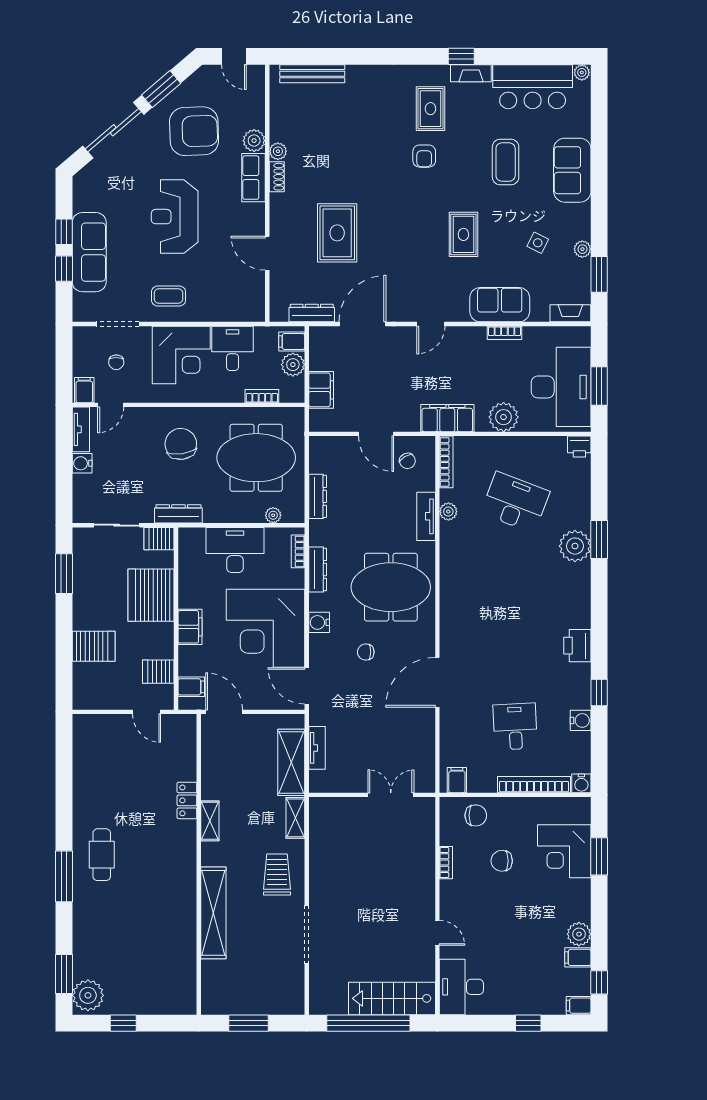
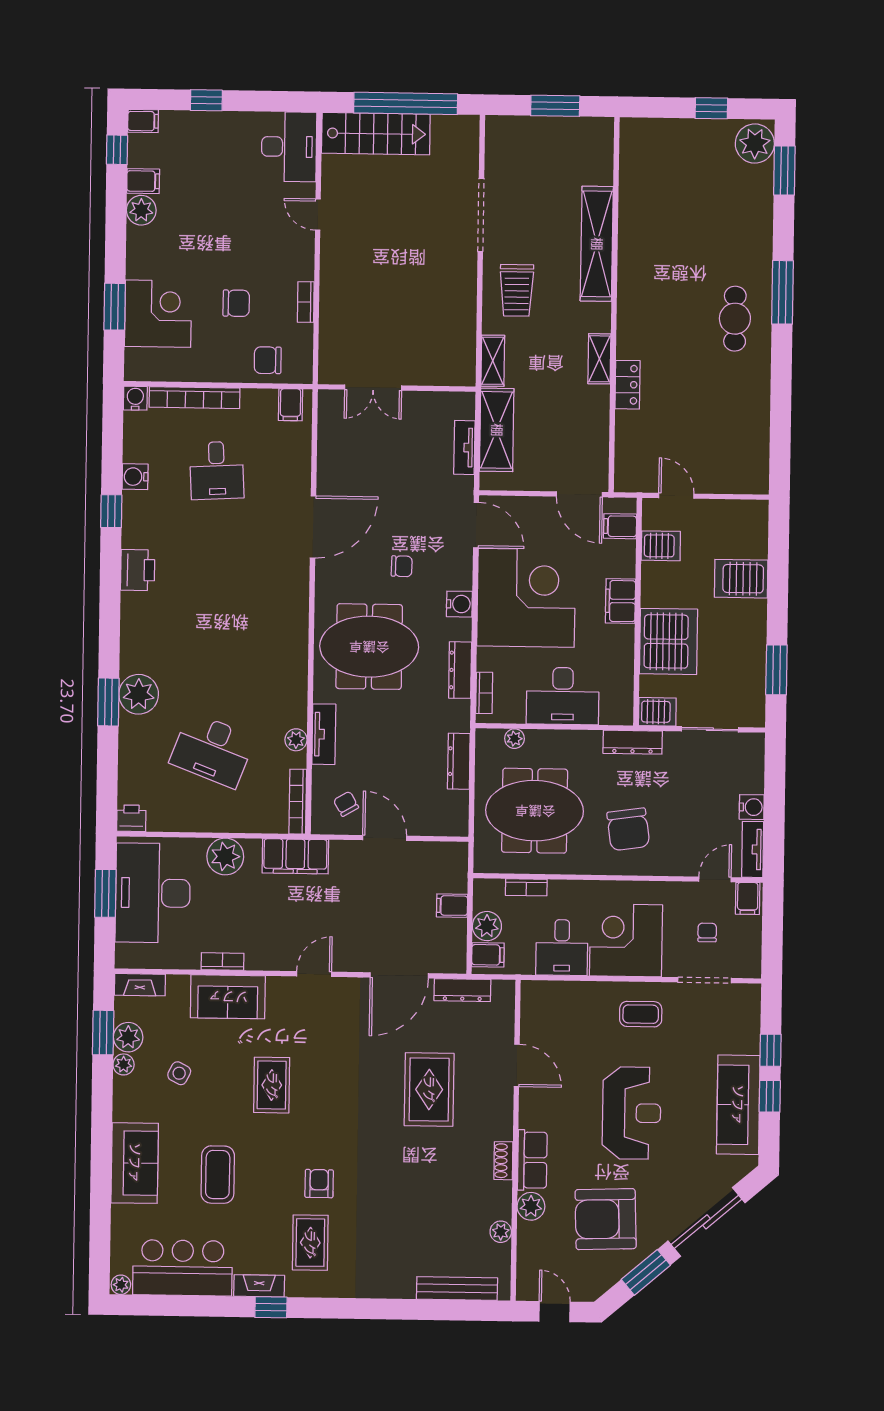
plant: (278, 151) -> (501, 1232), moved
sofa: (89, 252) -> (738, 1105), moved
plant: (579, 271) -> (128, 1037), added
filing cabinet: (321, 390) -> (452, 906), width x0.50

